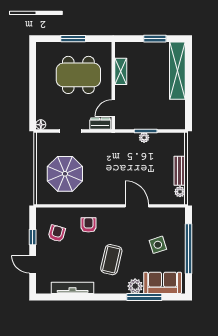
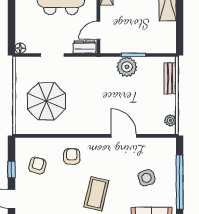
plant: (144, 138) -> (127, 67), width x1.88, depth x1.88
bench: (180, 171) -> (170, 78), moved

